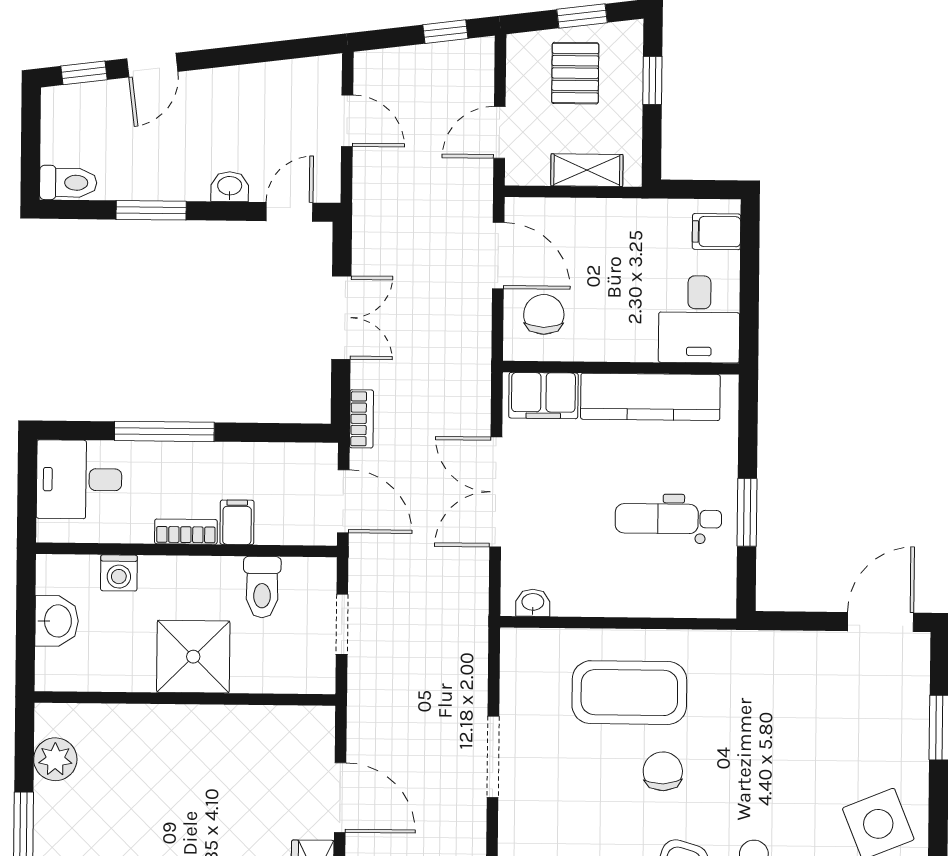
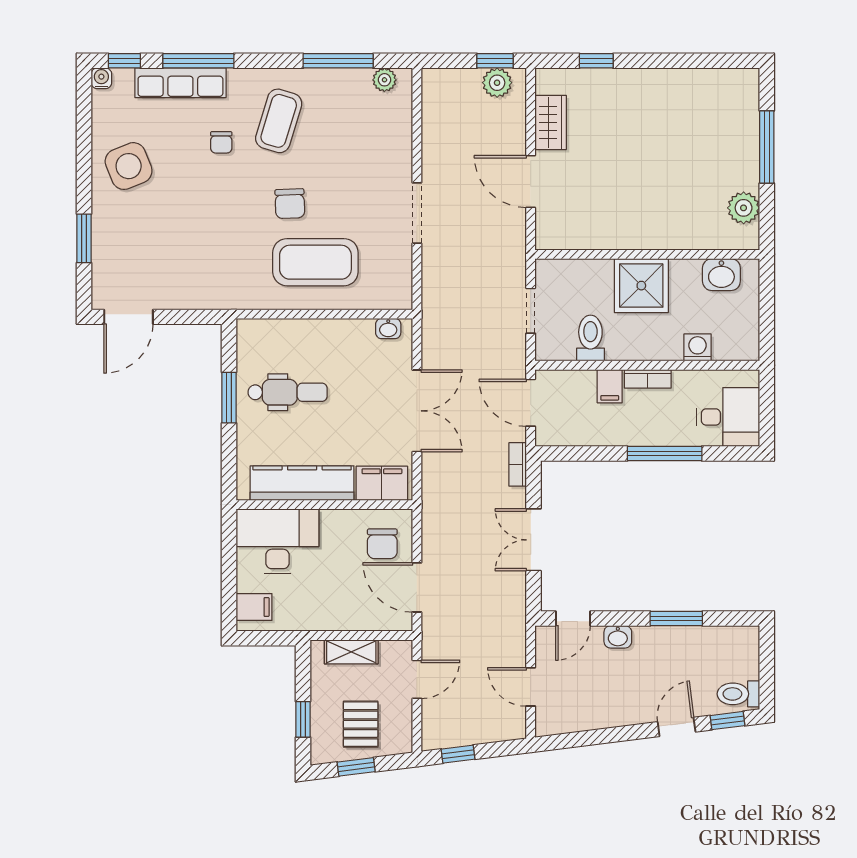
toilet: (68, 183) -> (738, 694), moved
desk: (699, 319) -> (277, 541), width x1.37
washbasin: (57, 621) -> (721, 275), moved, turned -90

